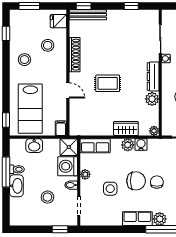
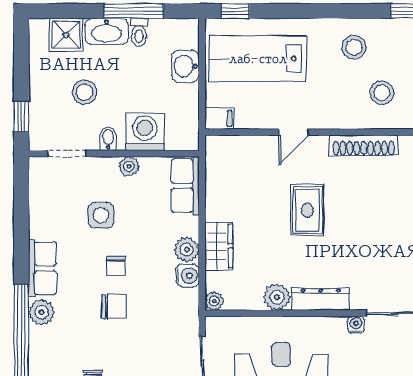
shower: (69, 147) -> (66, 35), moved
chair: (136, 181) -> (116, 266), width x0.54, depth x0.54

